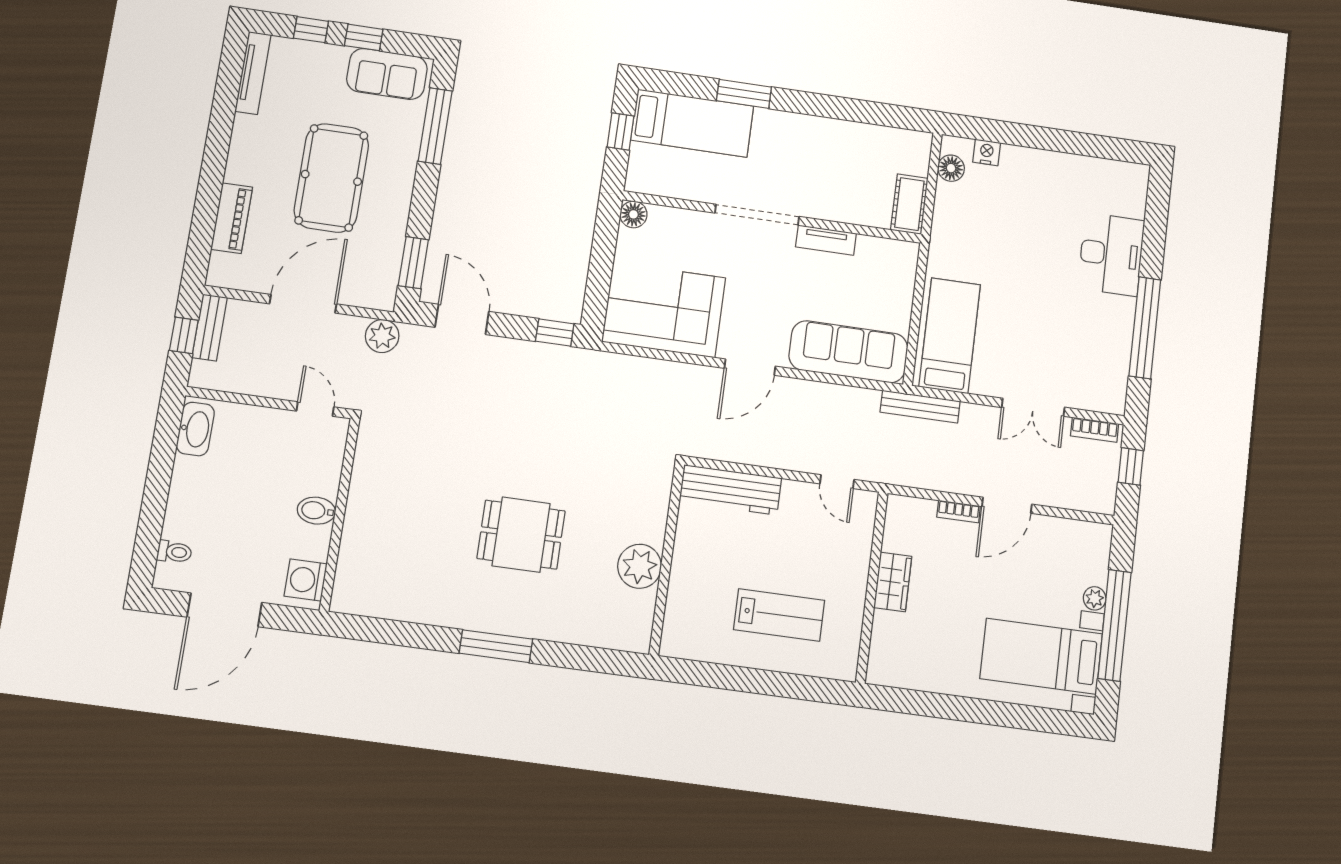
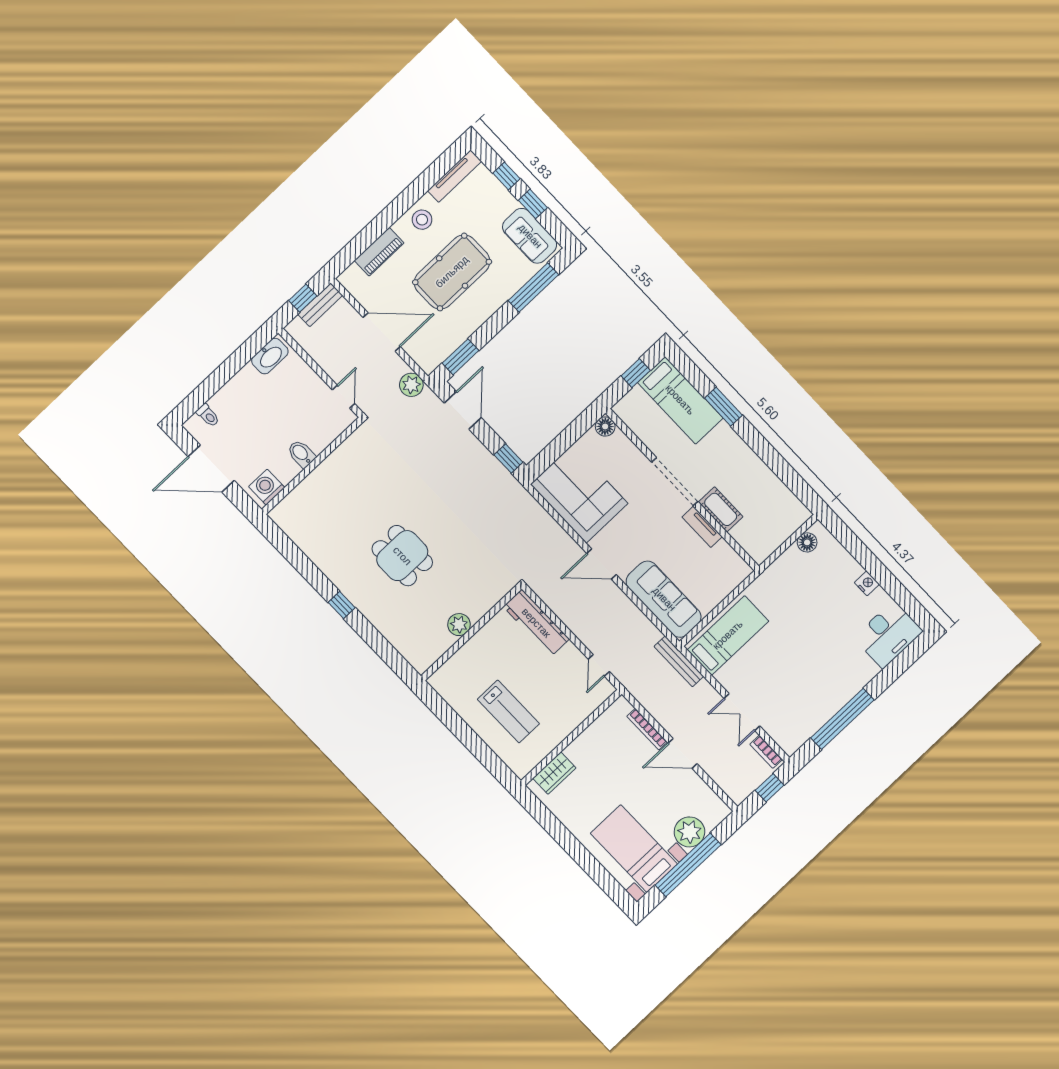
stool: (253, 147) -> (422, 220), added
nightstand: (987, 152) -> (867, 583), moved
cot: (909, 204) -> (721, 509), moved, turned 90
desk: (1111, 254) -> (888, 634), moved
bookcase: (959, 511) -> (647, 729), width x1.56
plant: (640, 566) -> (459, 625), width x0.73, depth x0.73
wardrobe: (893, 582) -> (554, 773), moved
plant: (1095, 598) -> (689, 832), width x1.87, depth x1.87
window: (496, 646) -> (342, 605), width x0.46

